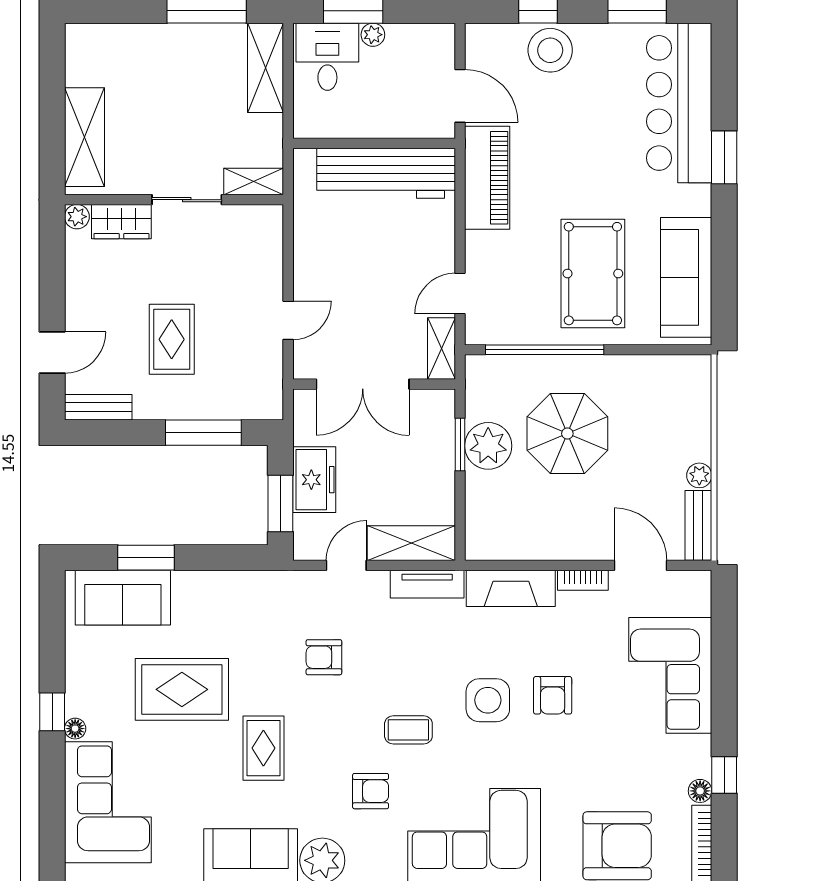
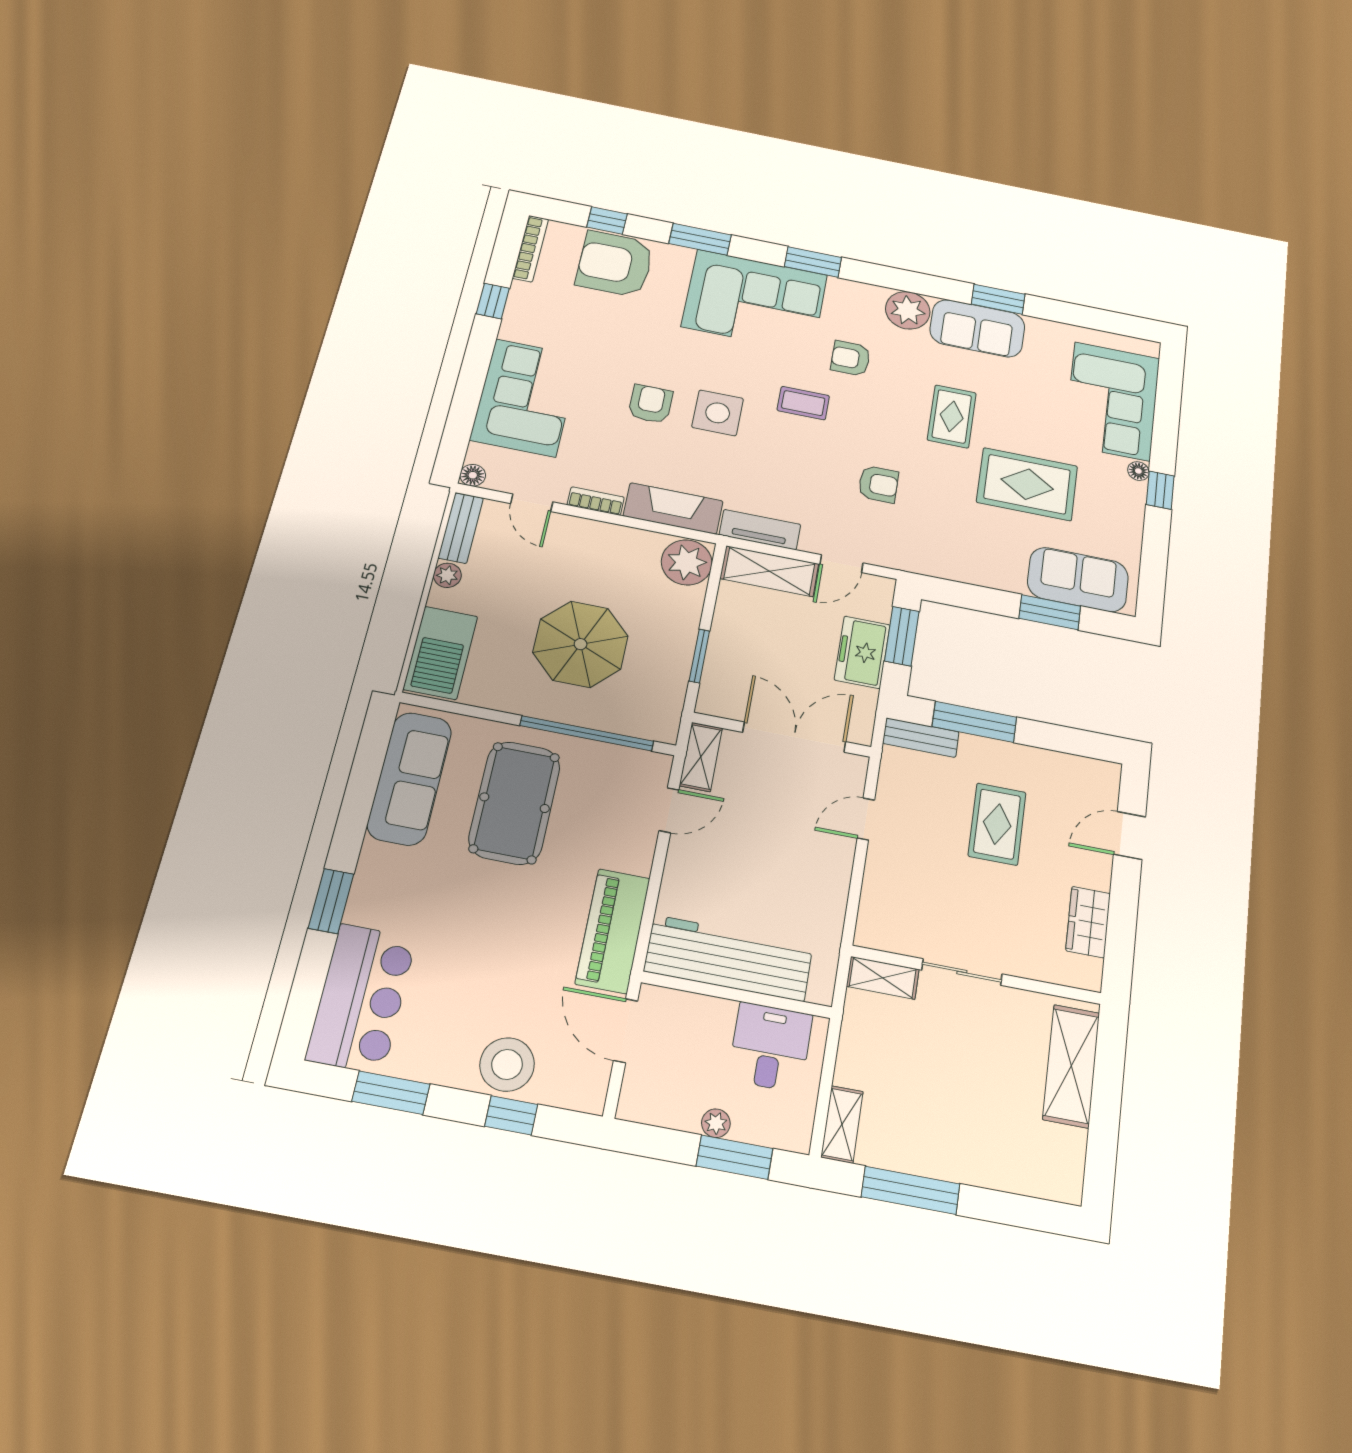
desk: (327, 57) -> (770, 1047), moved, turned 180
shelving: (265, 68) -> (842, 1124), width x0.67, depth x0.75
bar counter: (679, 103) -> (361, 998), width x0.73
plant: (77, 217) -> (1089, 977), removed
wardrobe: (121, 222) -> (1088, 922), moved, turned -90
barbecue: (688, 399) -> (441, 653), added
bench: (98, 407) -> (921, 738), moved
plant: (488, 446) -> (687, 562), moved
door: (641, 565) -> (532, 503), width x0.73
floor lamp: (700, 791) -> (473, 475), moved

